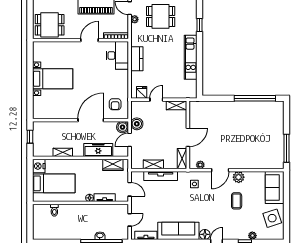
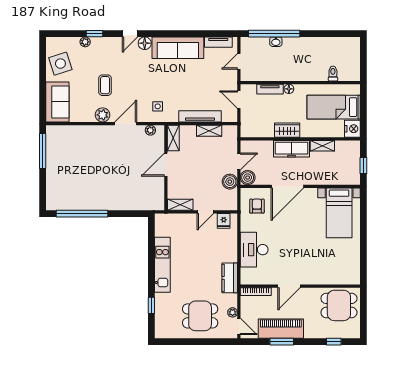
desk: (117, 55) -> (254, 250), moved
kitchen counter: (137, 59) -> (230, 278), moved
bed with nightstands: (53, 79) -> (339, 213), moved, turned -90
freezer: (98, 150) -> (292, 149), moved
wardrobe: (113, 165) -> (287, 130), moved

